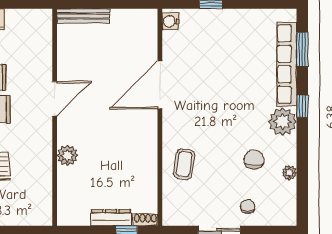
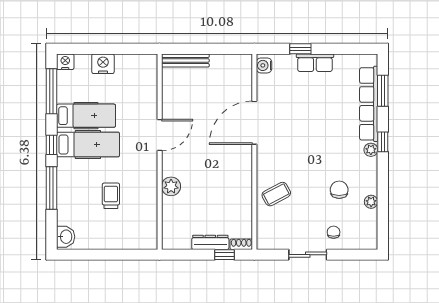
row of seats: (227, 18) -> (315, 63), added
plant: (283, 122) -> (371, 150), width x0.53, depth x0.53
coffee table: (184, 164) -> (276, 194), turned 53

